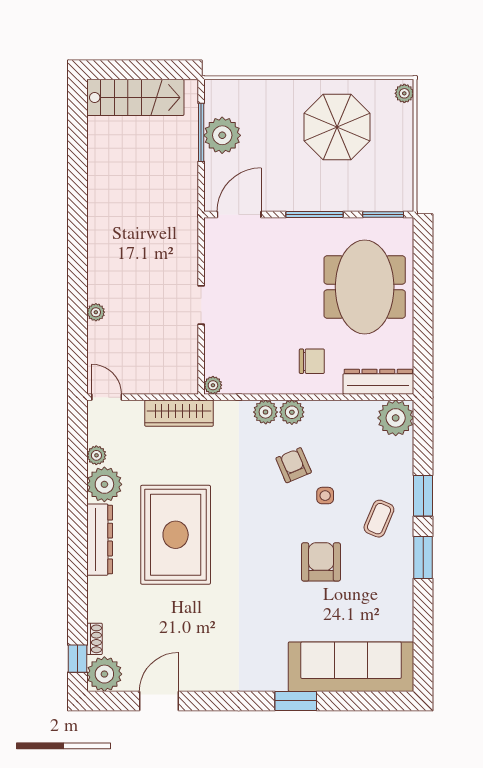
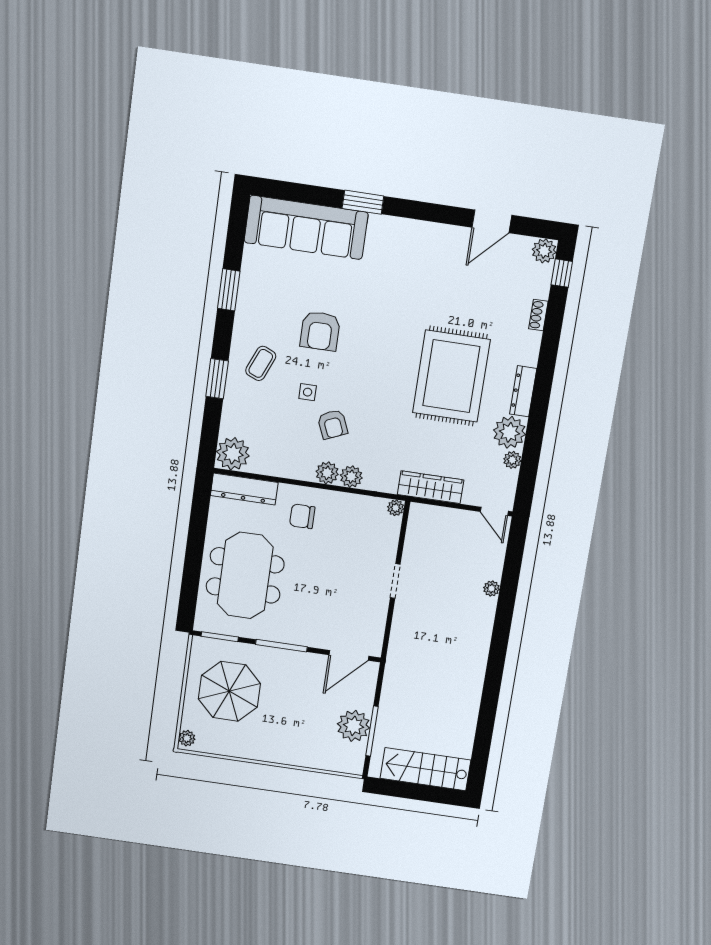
parasol: (337, 127) -> (229, 691), moved
dresser: (100, 540) -> (523, 391), width x0.73, depth x0.80
window: (423, 557) -> (229, 290), moved
shoe rack: (95, 639) -> (538, 315), moved
plant: (104, 674) -> (544, 251), width x0.73, depth x0.73

